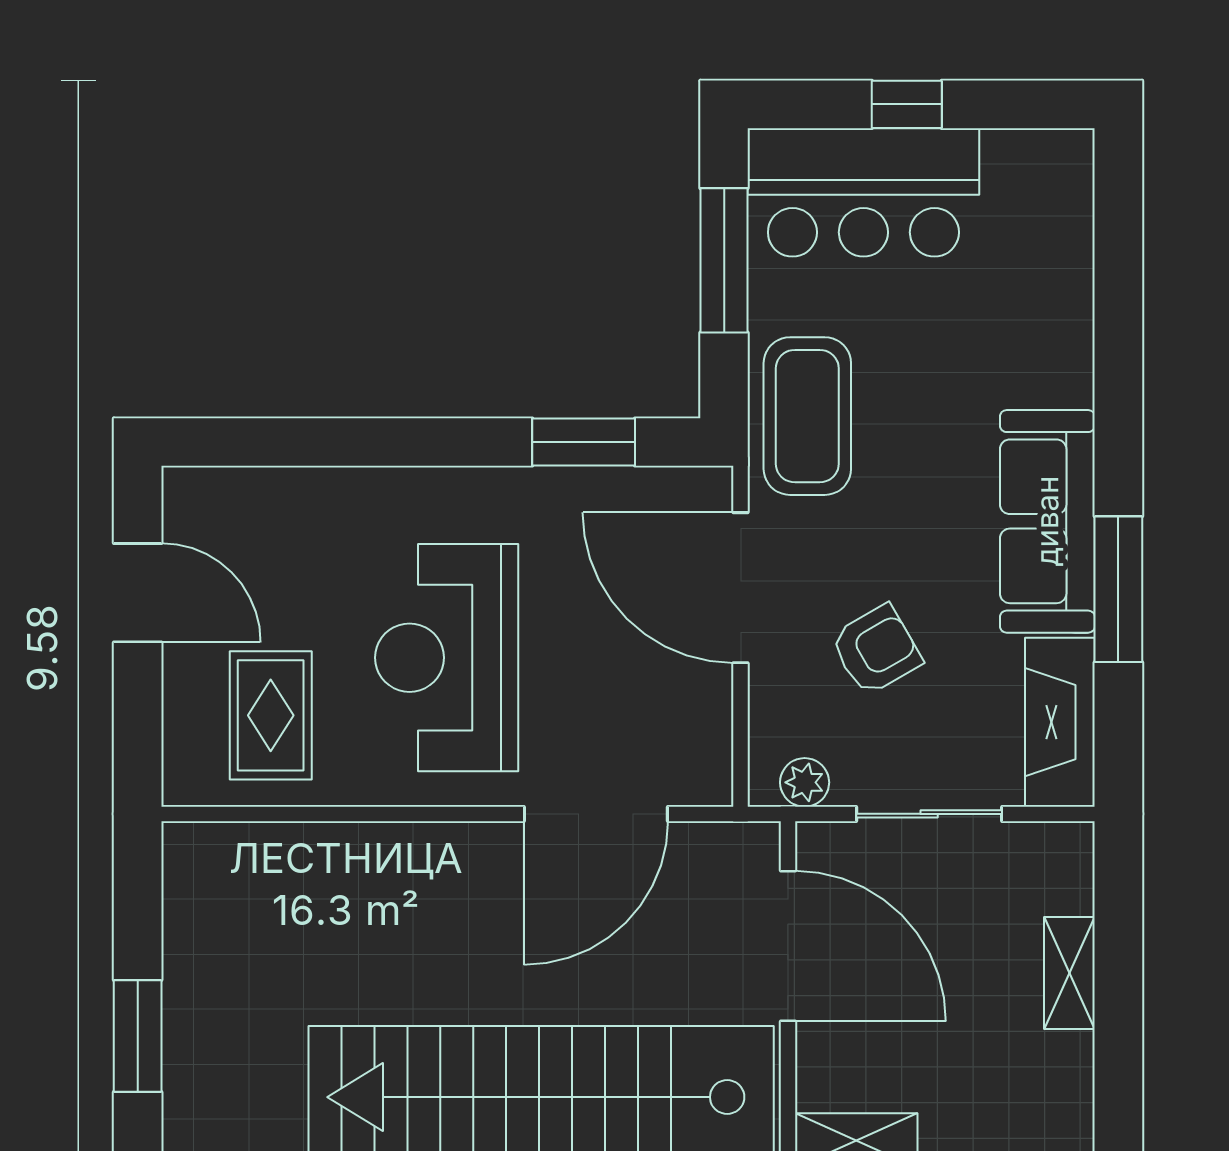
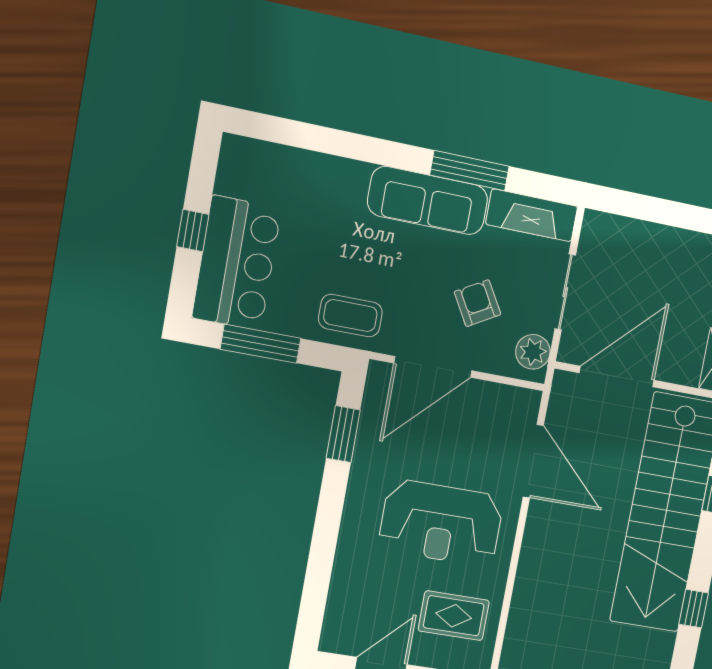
coffee table: (807, 416) -> (350, 316), width x0.73, depth x0.76
plant: (805, 782) -> (533, 352), width x1.38, depth x1.38
shelving: (1069, 973) -> (658, 236), removed

